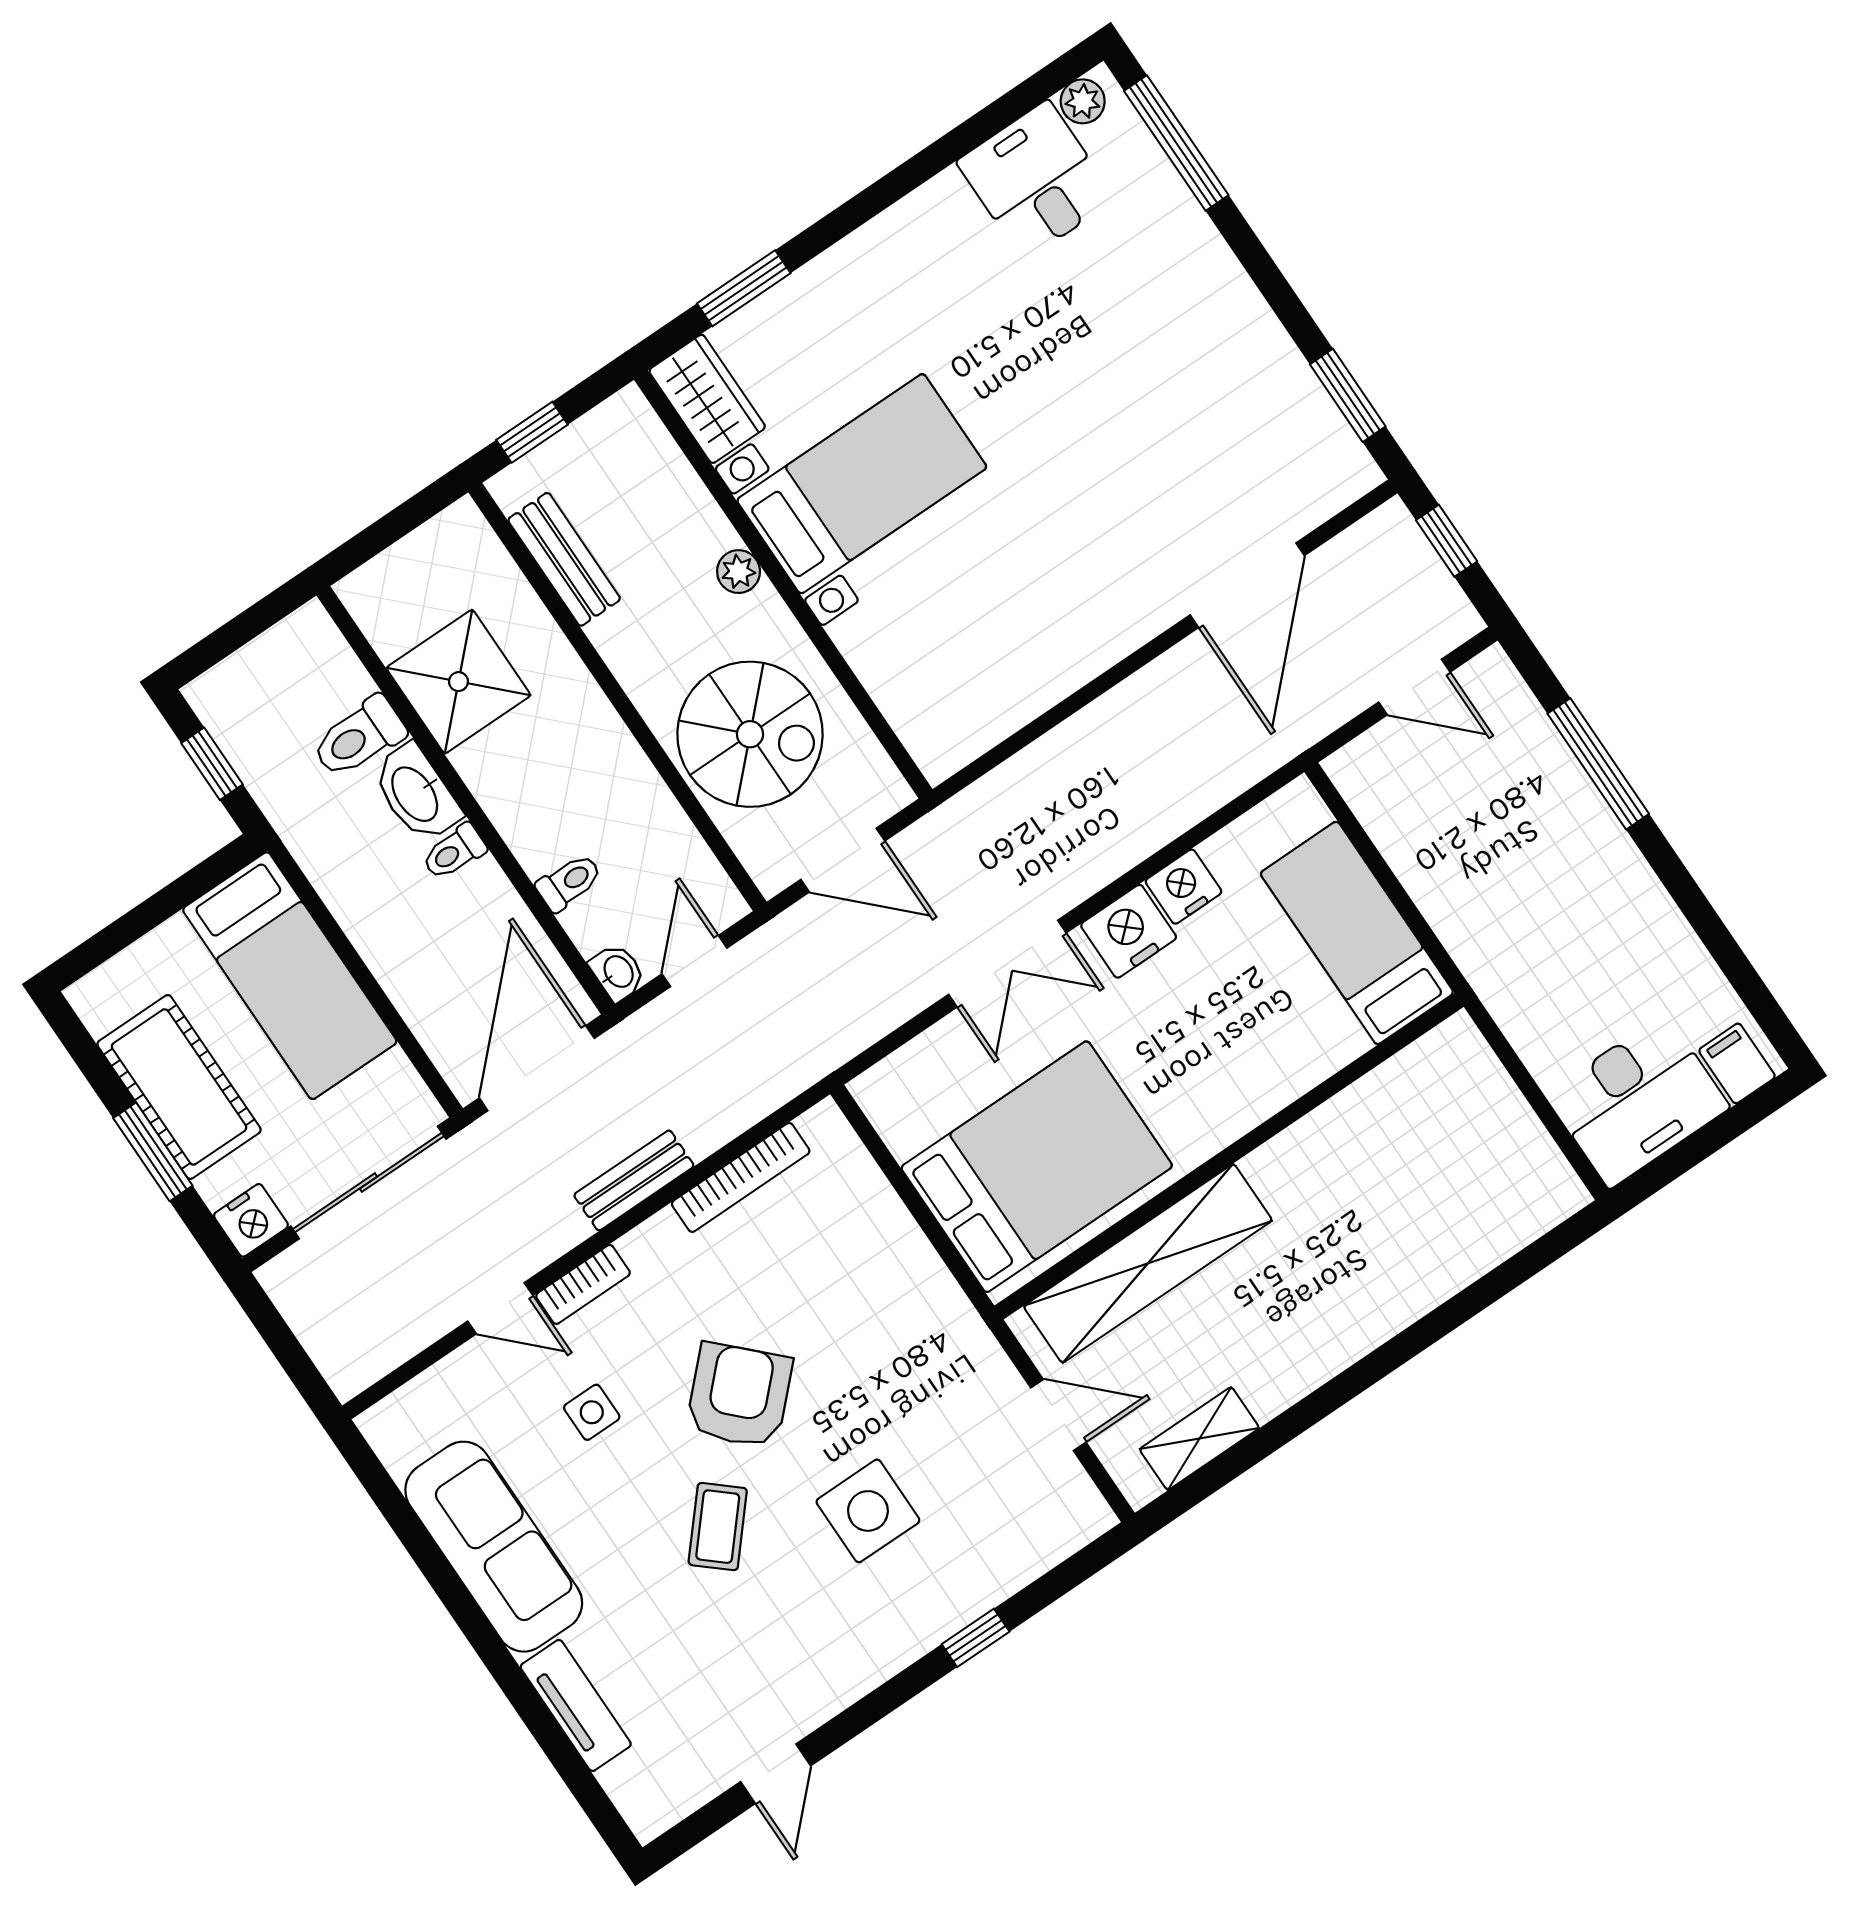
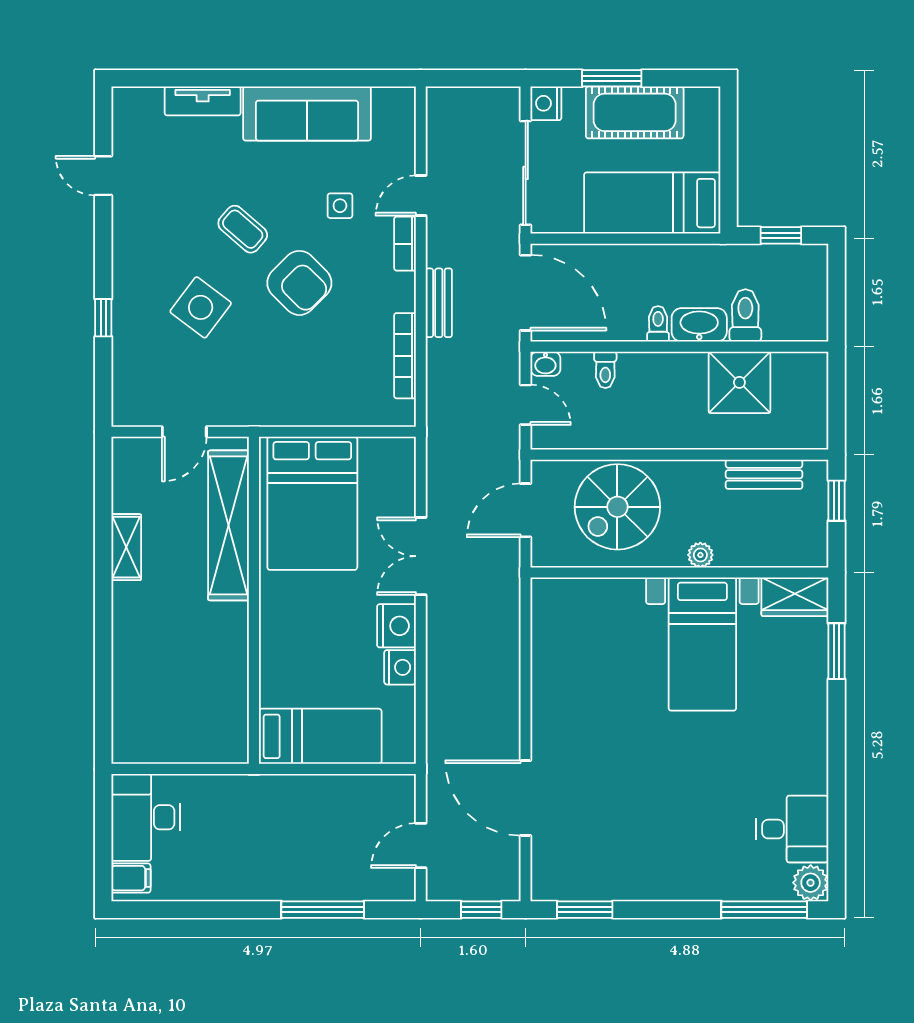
plant: (1083, 101) -> (811, 883), width x1.38, depth x1.38
shelving: (1199, 1439) -> (126, 547), moved
side table: (868, 1511) -> (201, 307), turned 37

